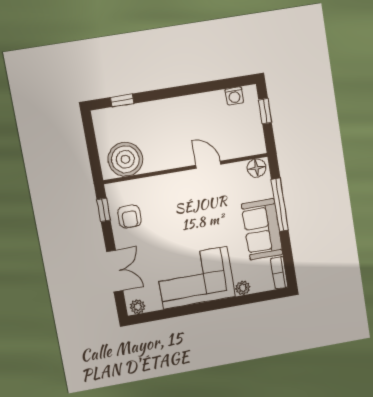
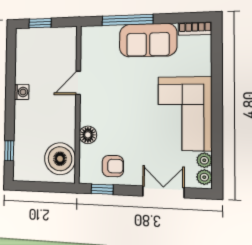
washing machine: (234, 96) -> (22, 92), moved
floor lamp: (257, 168) -> (88, 135), moved
plant: (243, 288) -> (204, 160), moved

